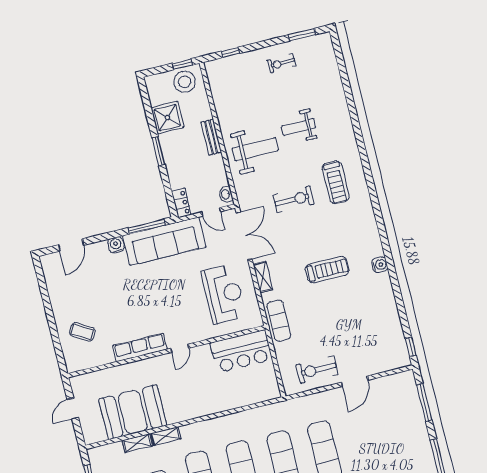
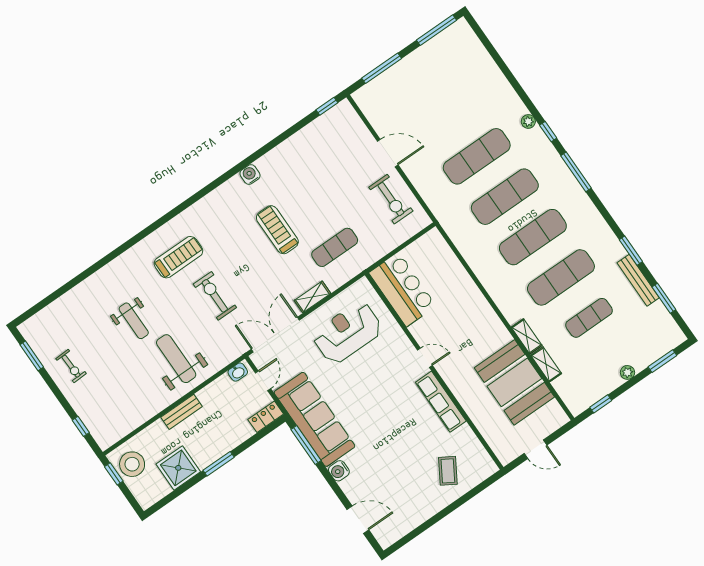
exercise mat: (279, 321) -> (335, 247), moved

